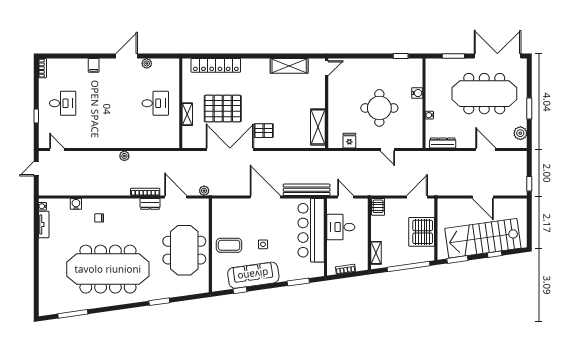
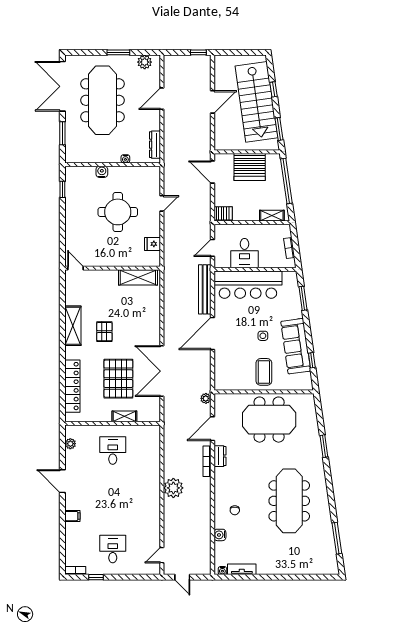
plant: (147, 63) -> (70, 444), moved
shelving: (289, 66) -> (73, 326), moved
window: (36, 116) -> (96, 577), moved
pallet: (264, 131) -> (104, 332), moved
plant: (124, 156) -> (173, 488), width x1.88, depth x1.88
meeting table: (108, 269) -> (289, 501), width x0.73, depth x0.79

